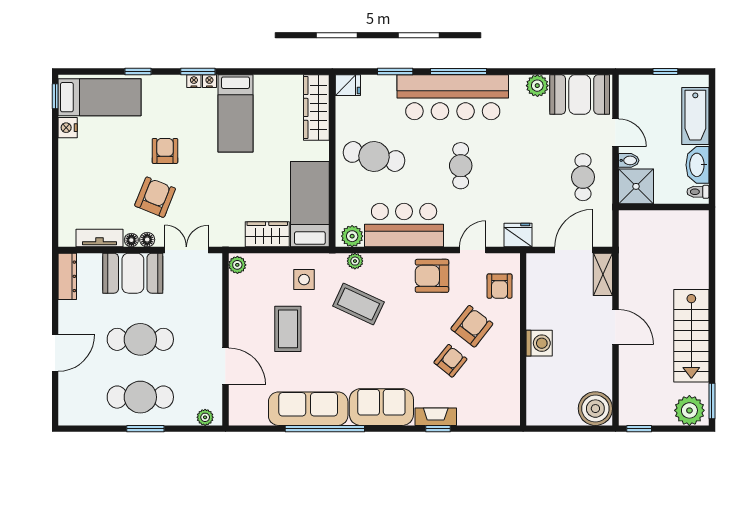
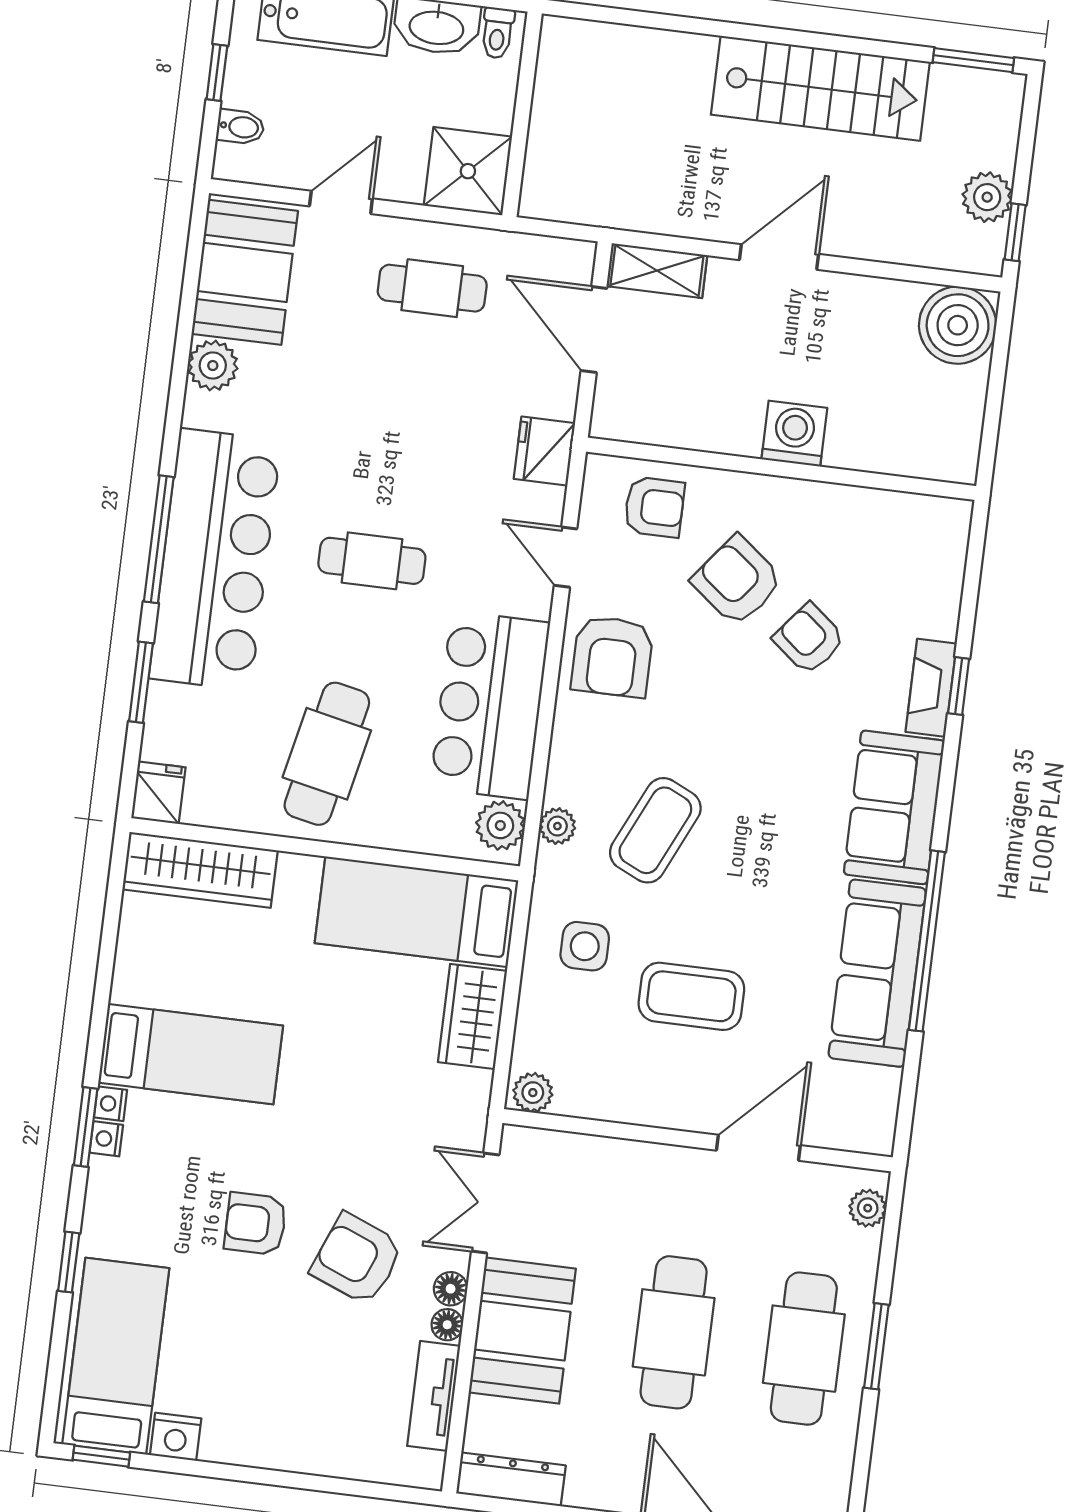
bidet: (629, 160) -> (240, 127), moved, turned 90
plant: (689, 410) -> (987, 197), moved, width x0.73, depth x0.73

